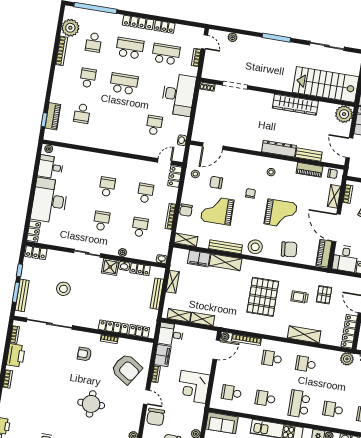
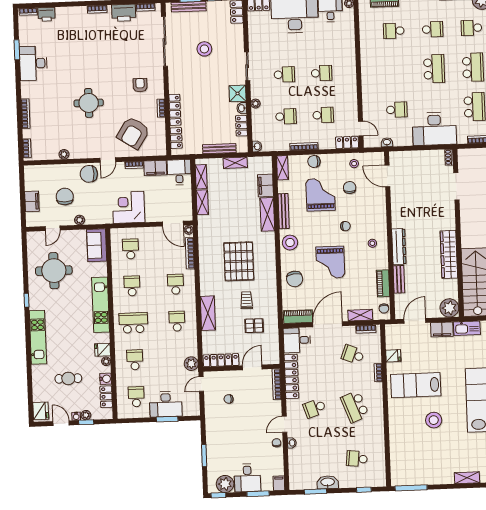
pallet: (263, 297) -> (239, 261), turned 90

